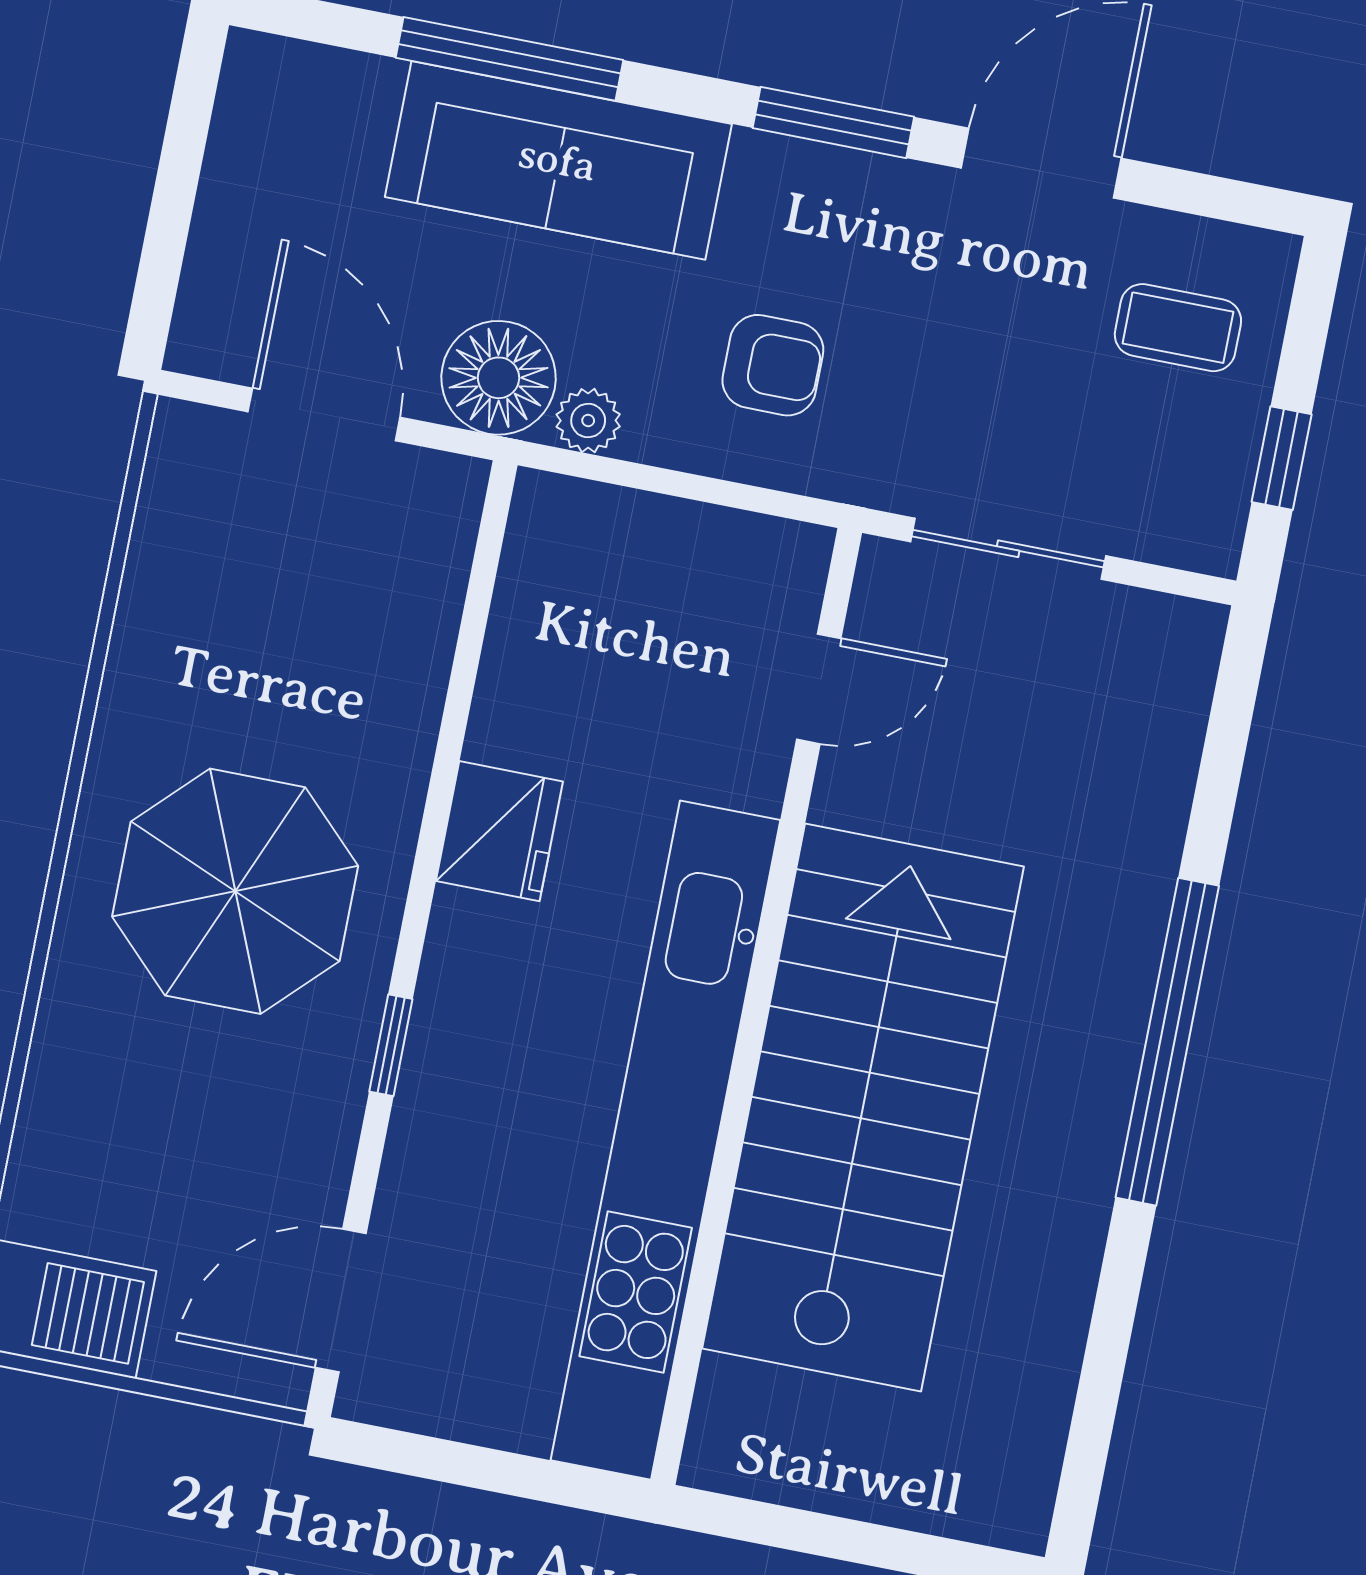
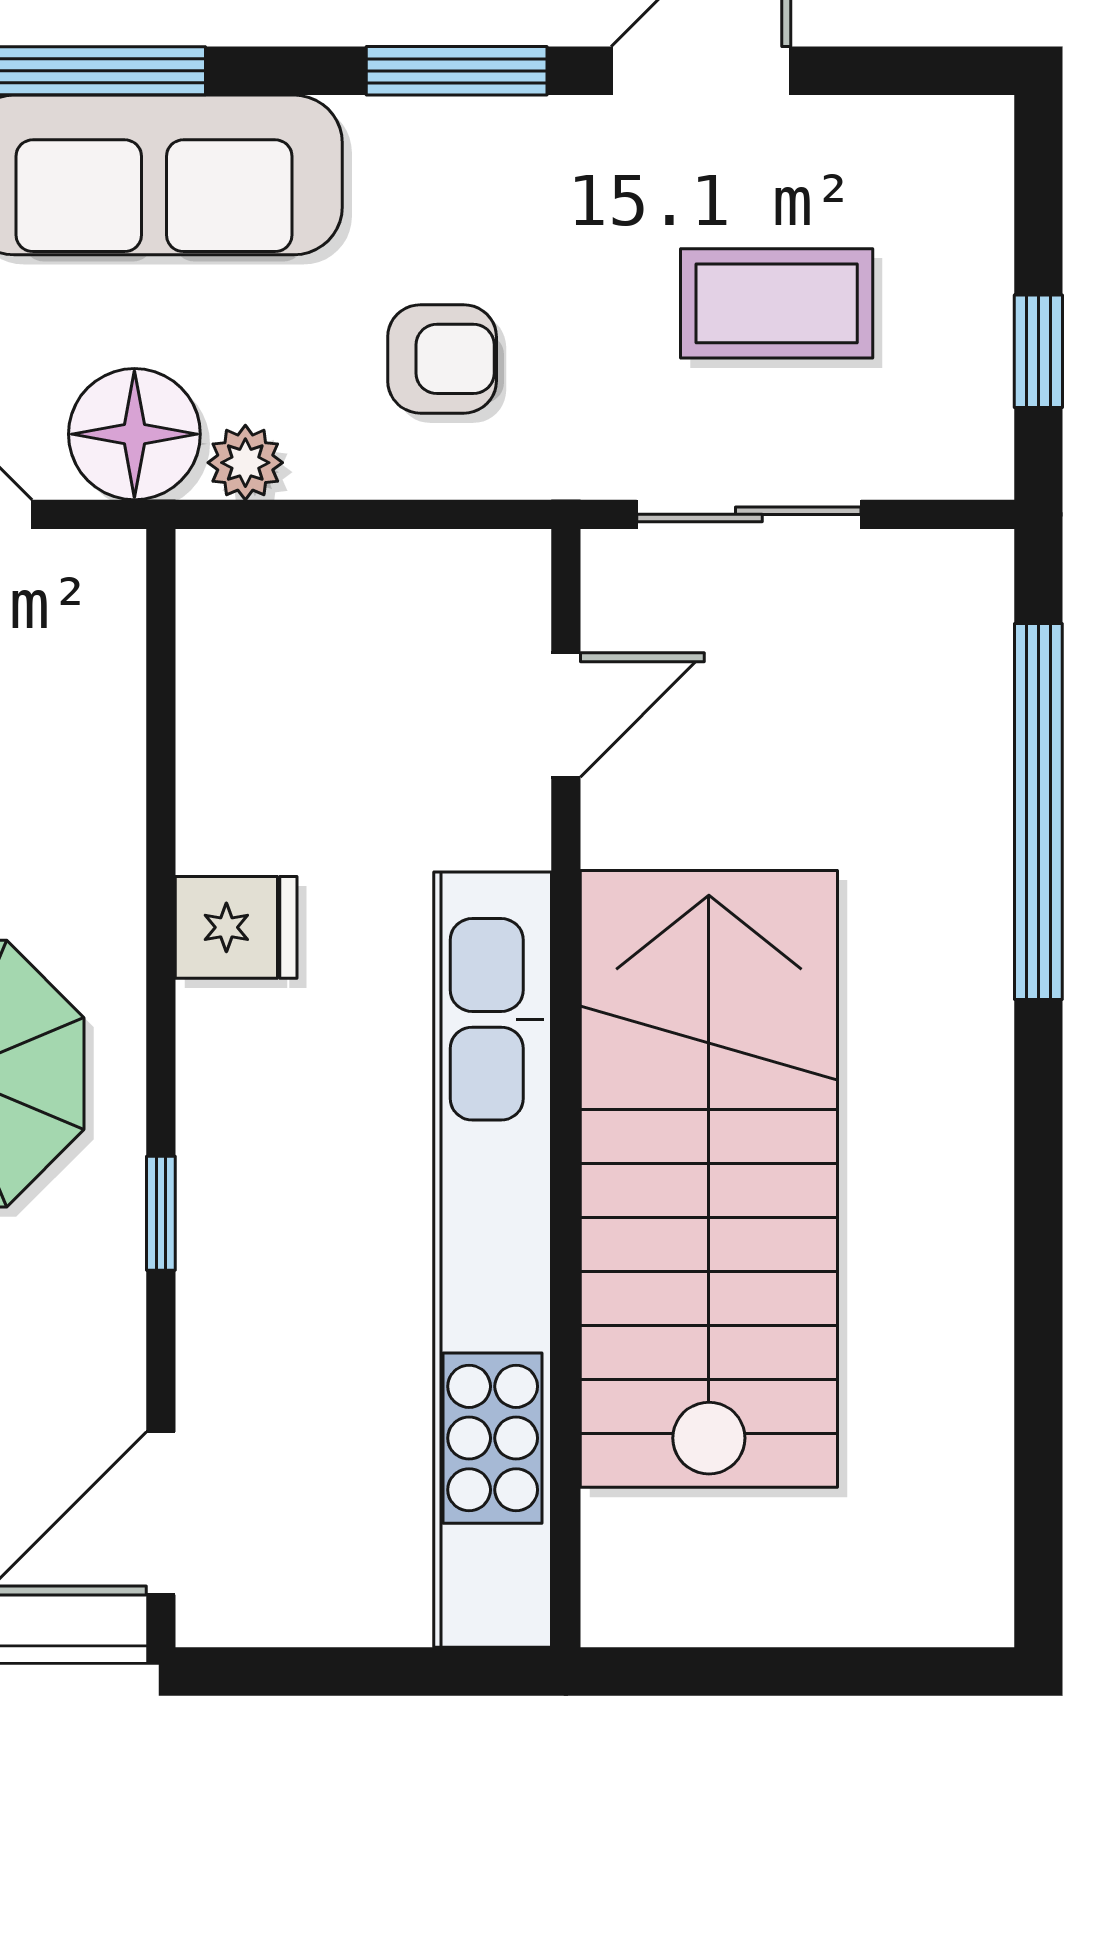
coffee table: (1178, 328) -> (777, 303), moved, width x1.36, depth x1.30
fridge: (499, 831) -> (236, 927), width x0.72
window: (1167, 1042) -> (1038, 812), moved

